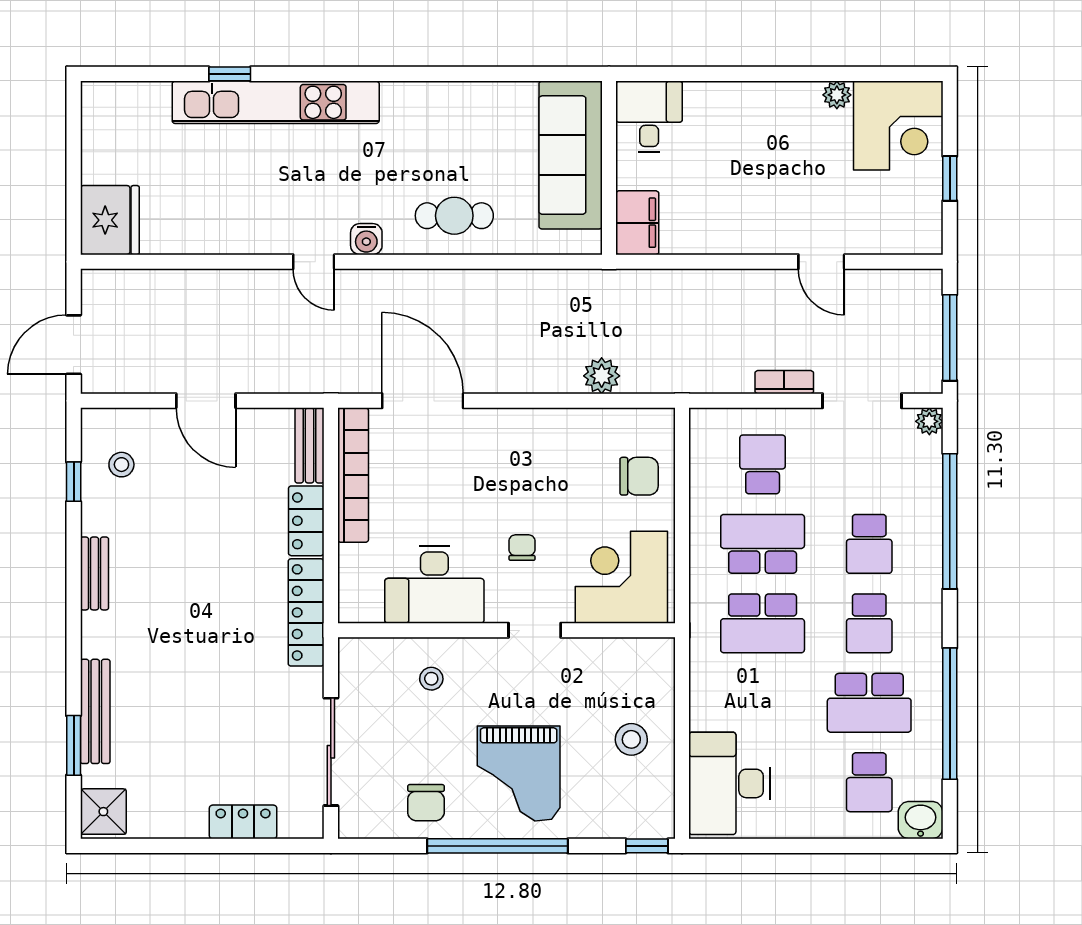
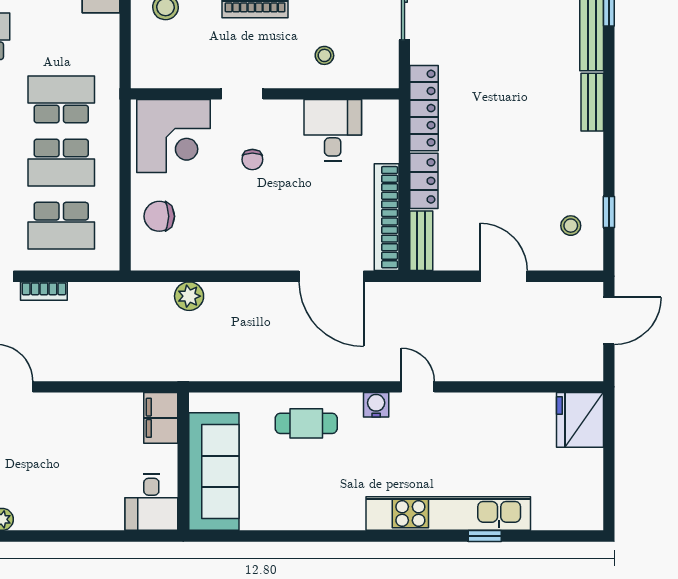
school desk: (763, 464) -> (61, 226), width x1.85
bench: (94, 573) -> (592, 102), moved
desk: (434, 584) -> (333, 130), width x0.73

